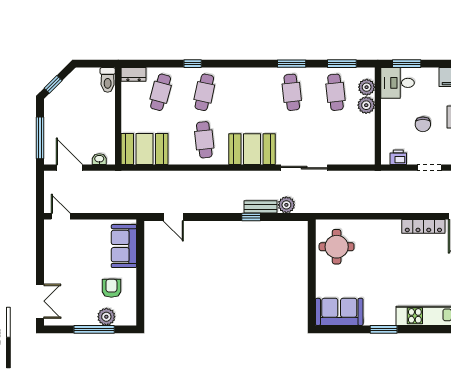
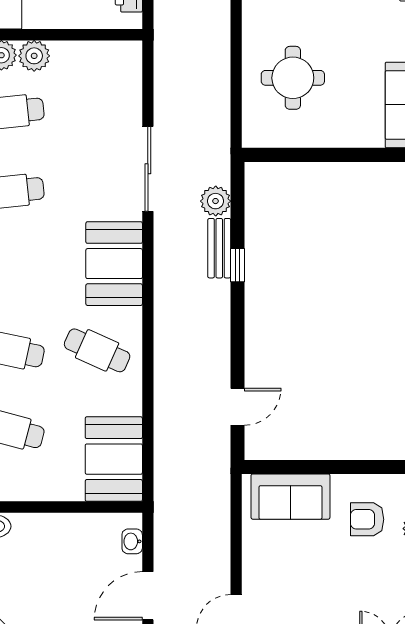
cafe table: (204, 140) -> (97, 350), turned 30
round table: (337, 247) -> (293, 78), moved

